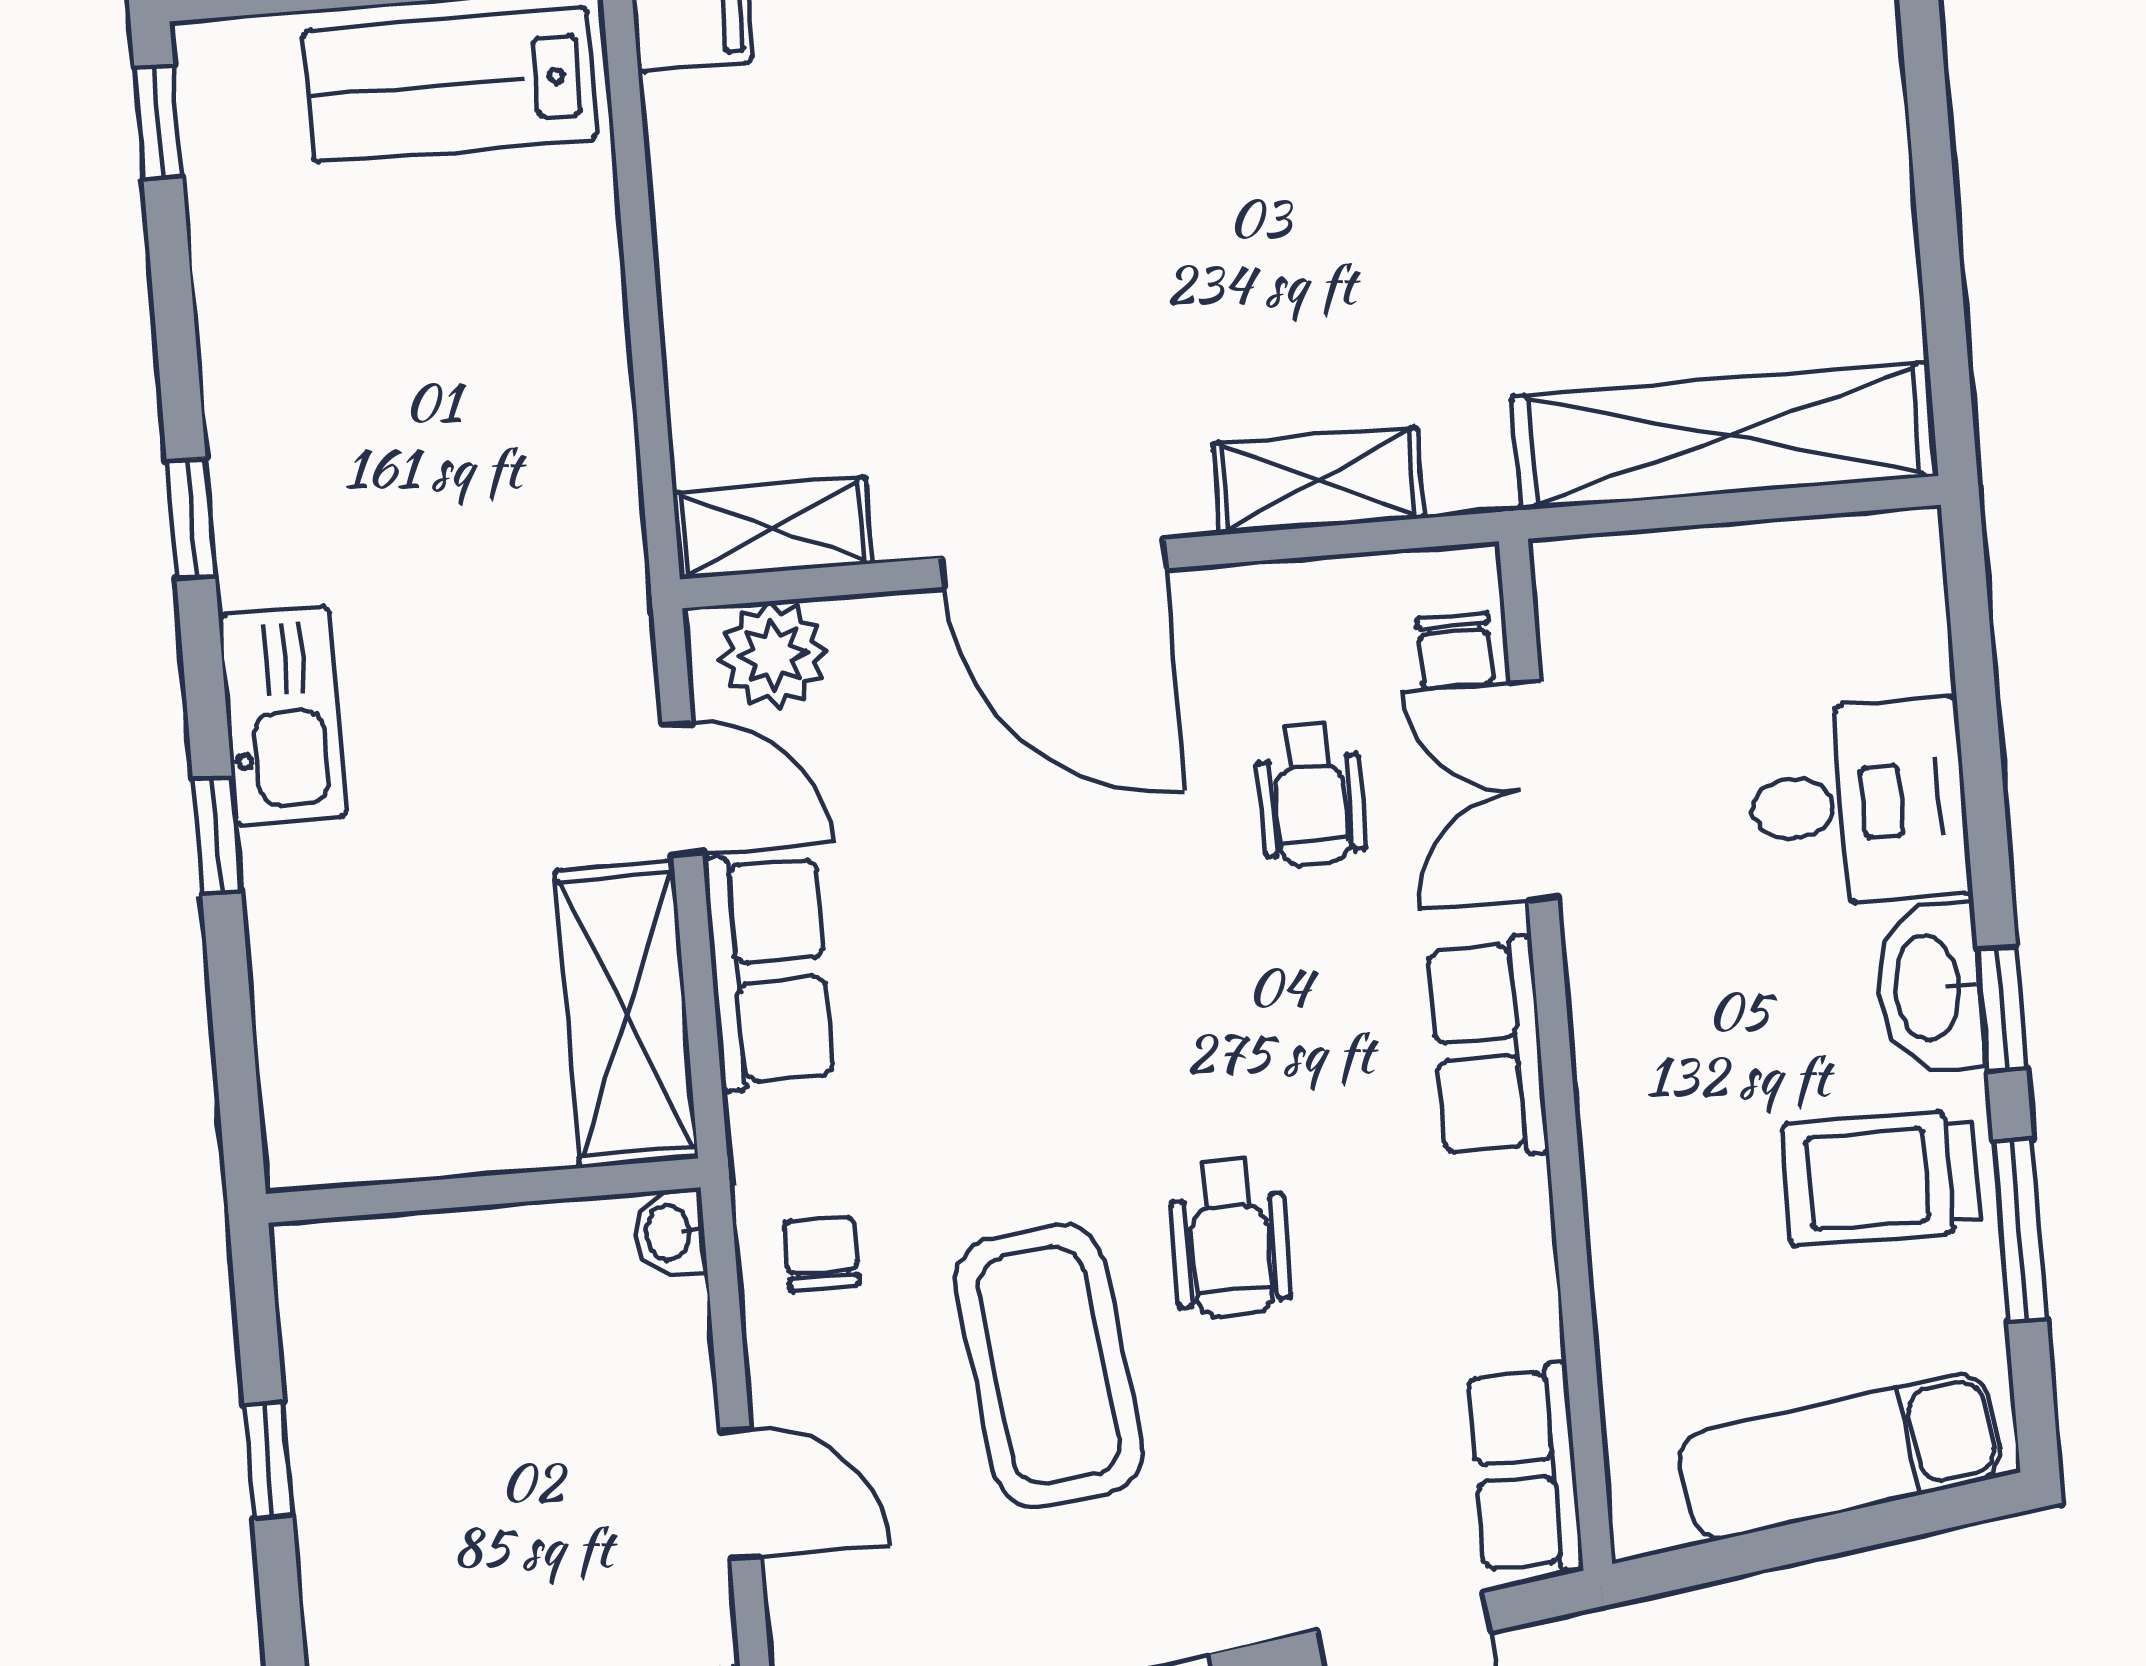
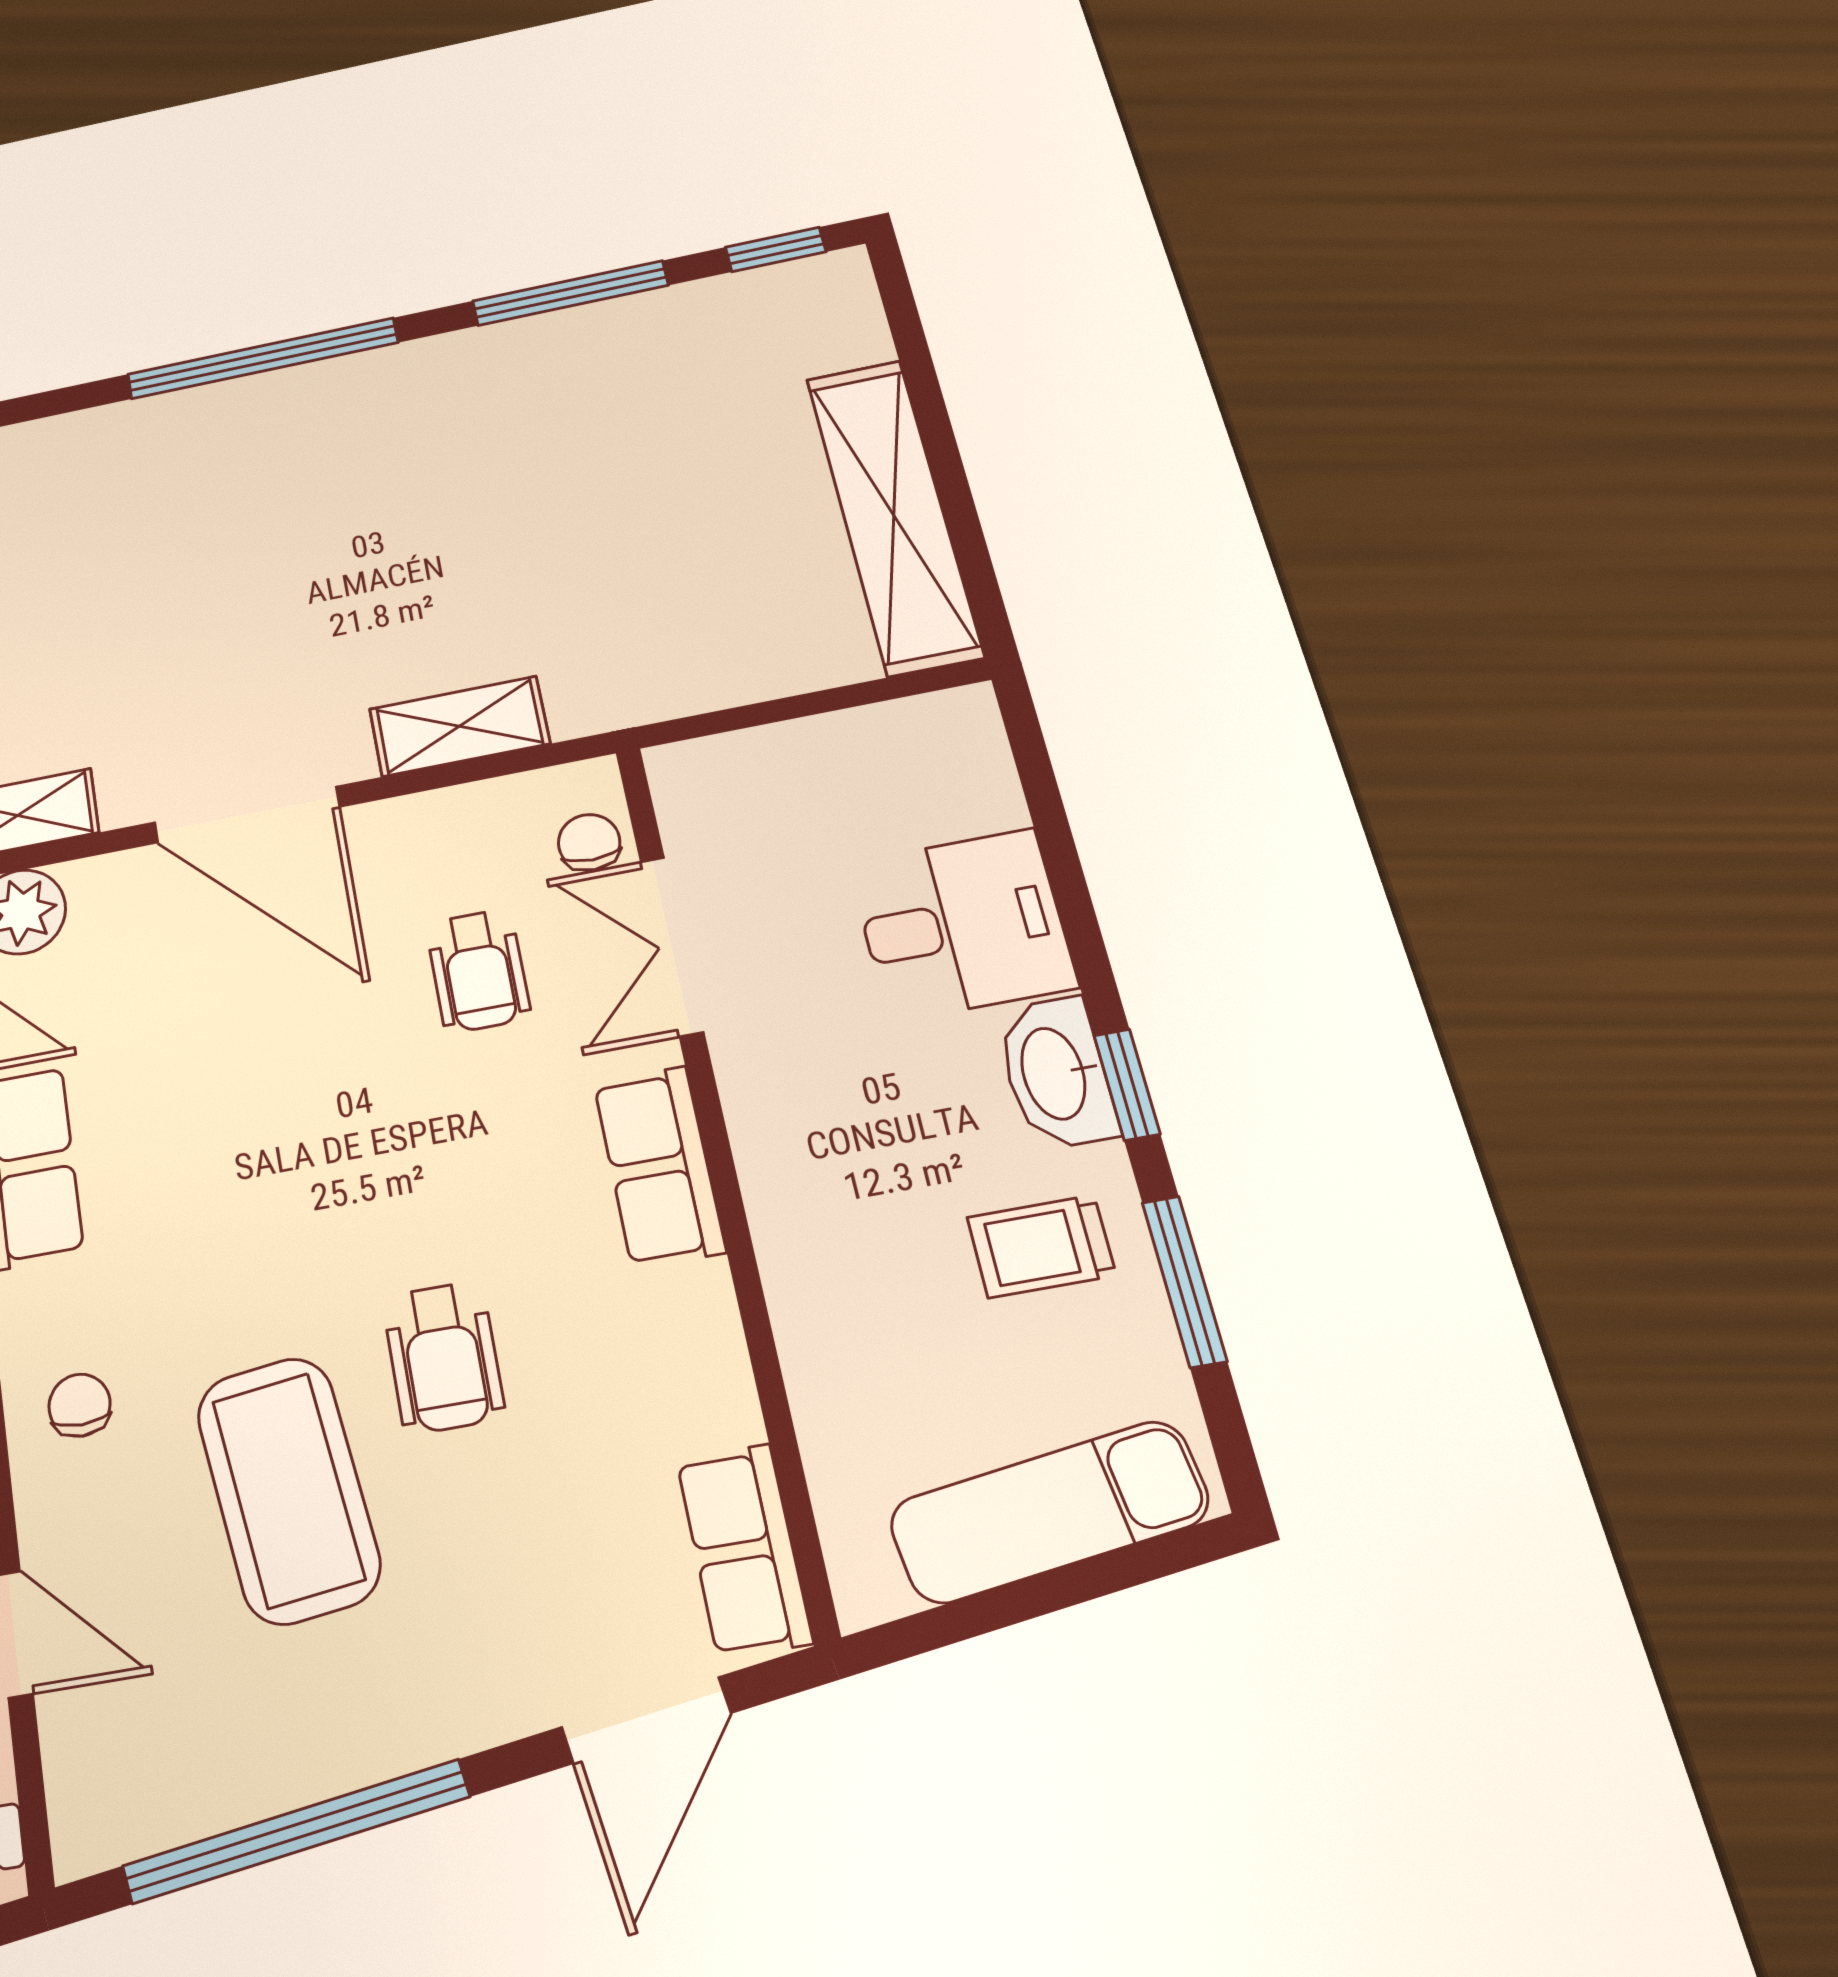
shelving: (1725, 436) -> (894, 515), moved, turned 90
chair: (1455, 651) -> (589, 842), turned 180
trolley: (1881, 1178) -> (1041, 1246), width x0.73, depth x0.72

